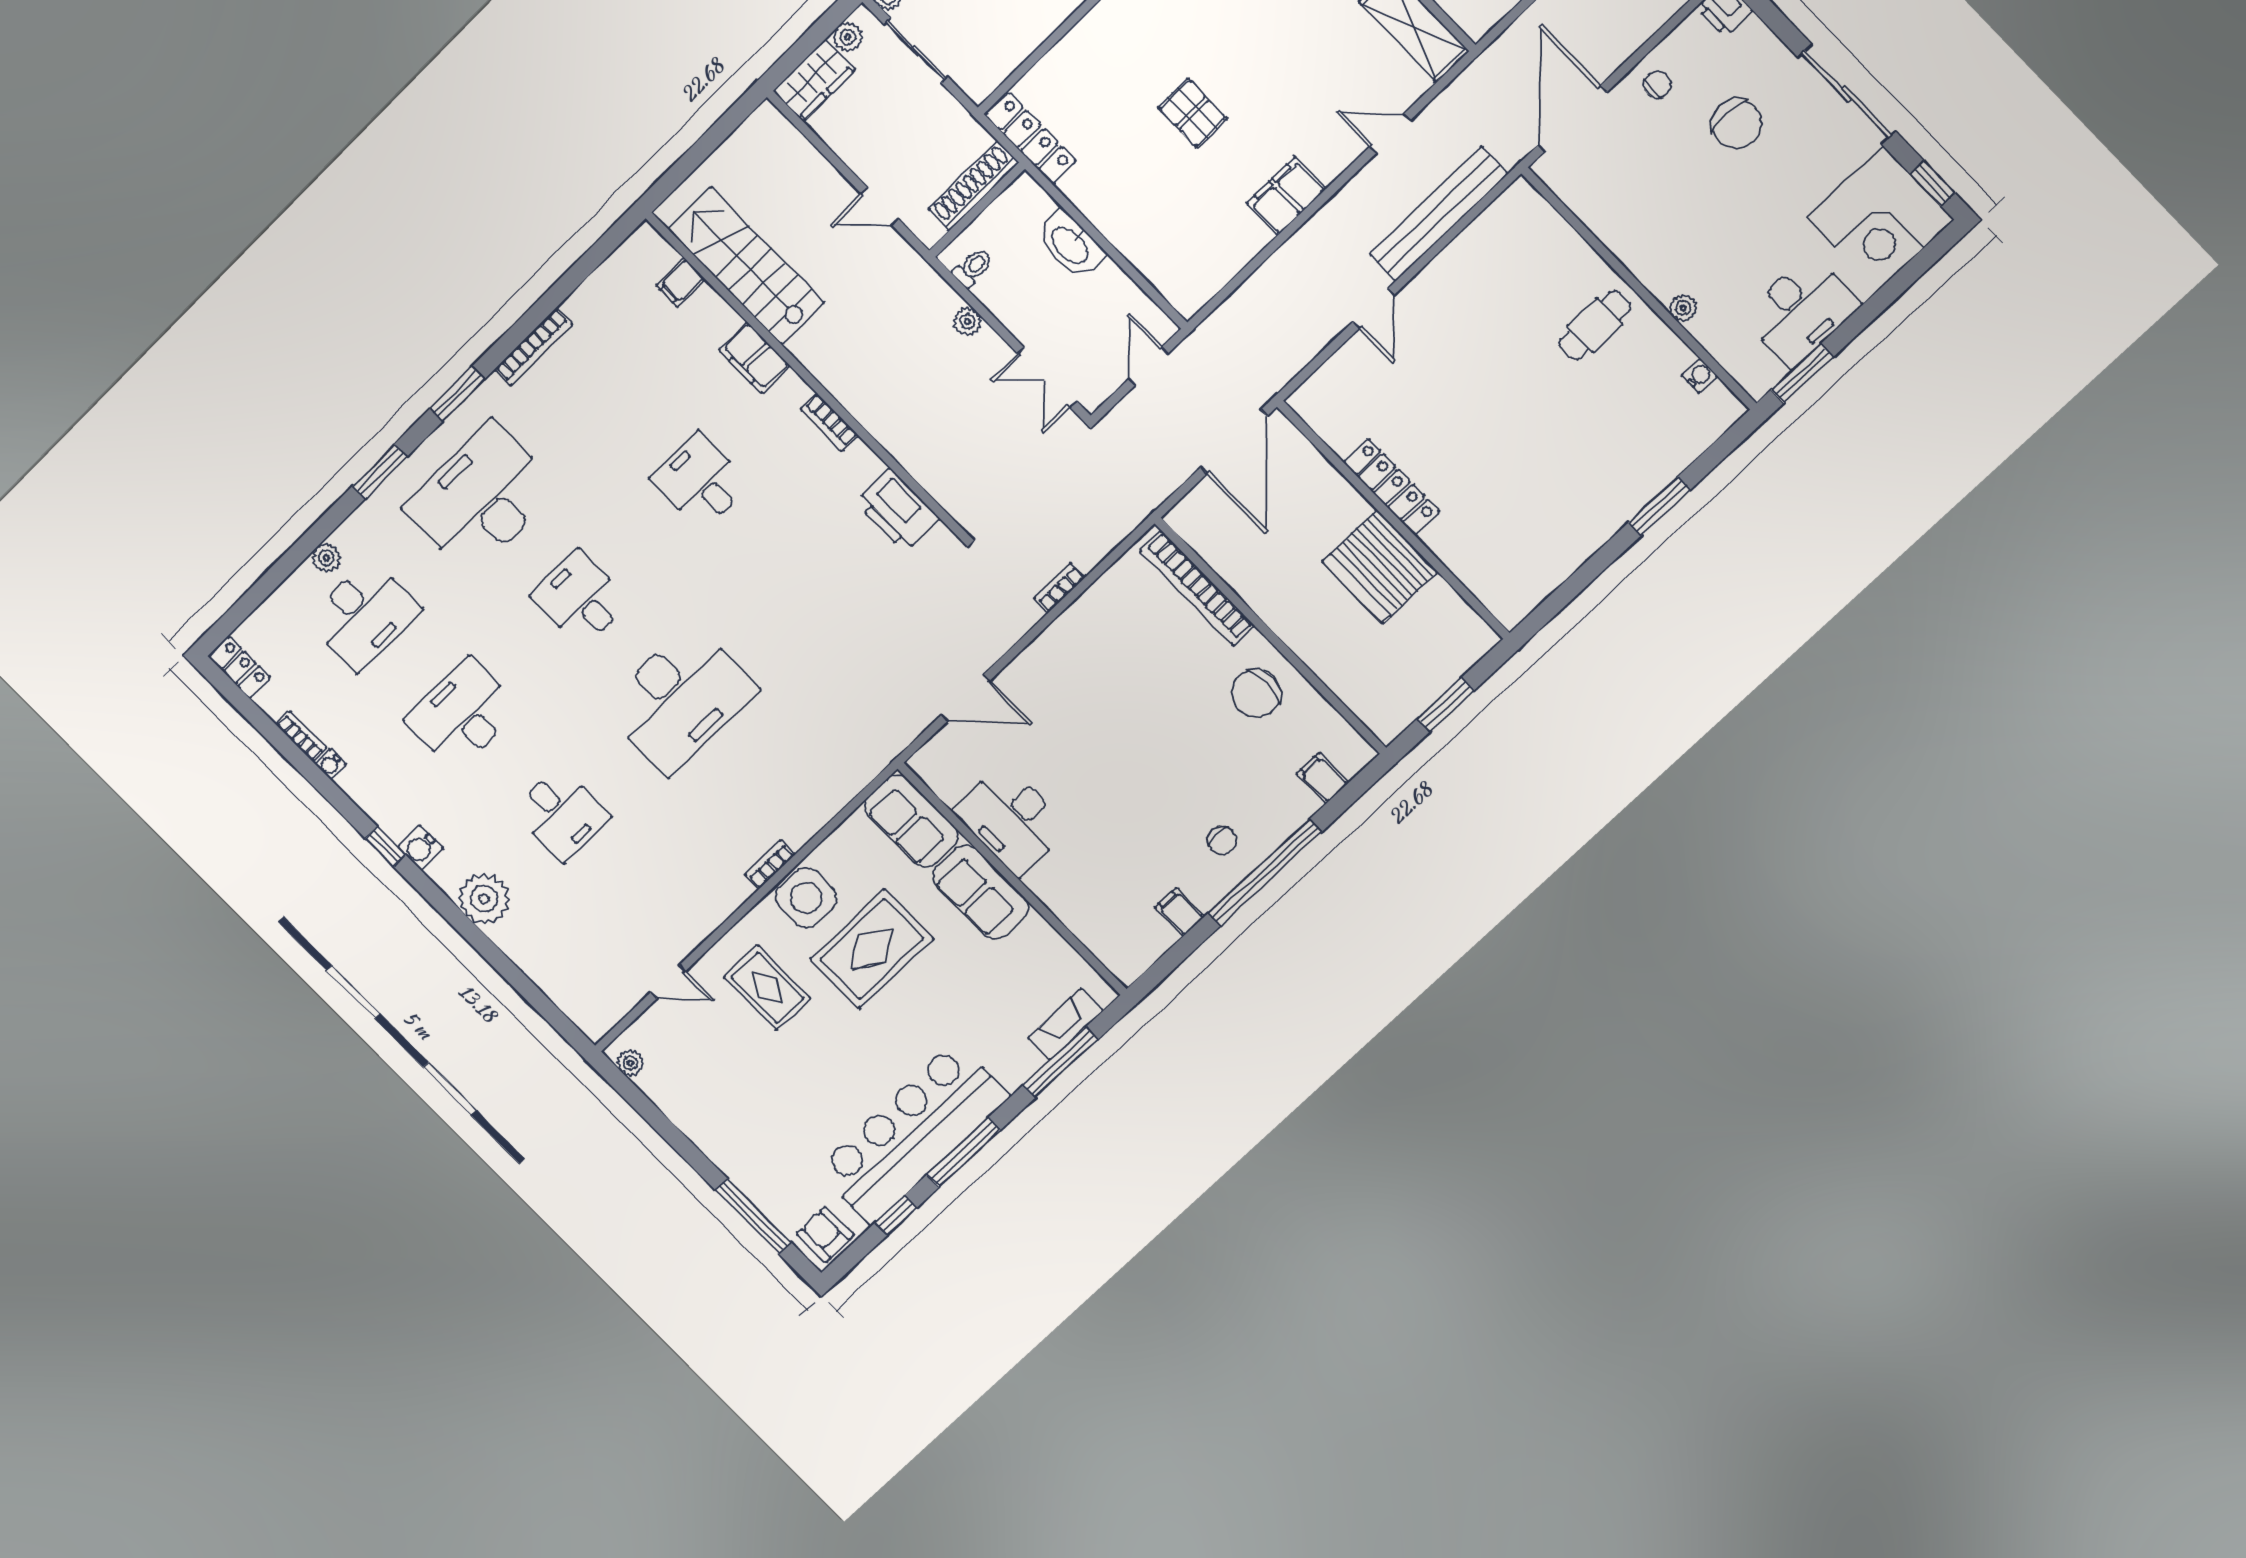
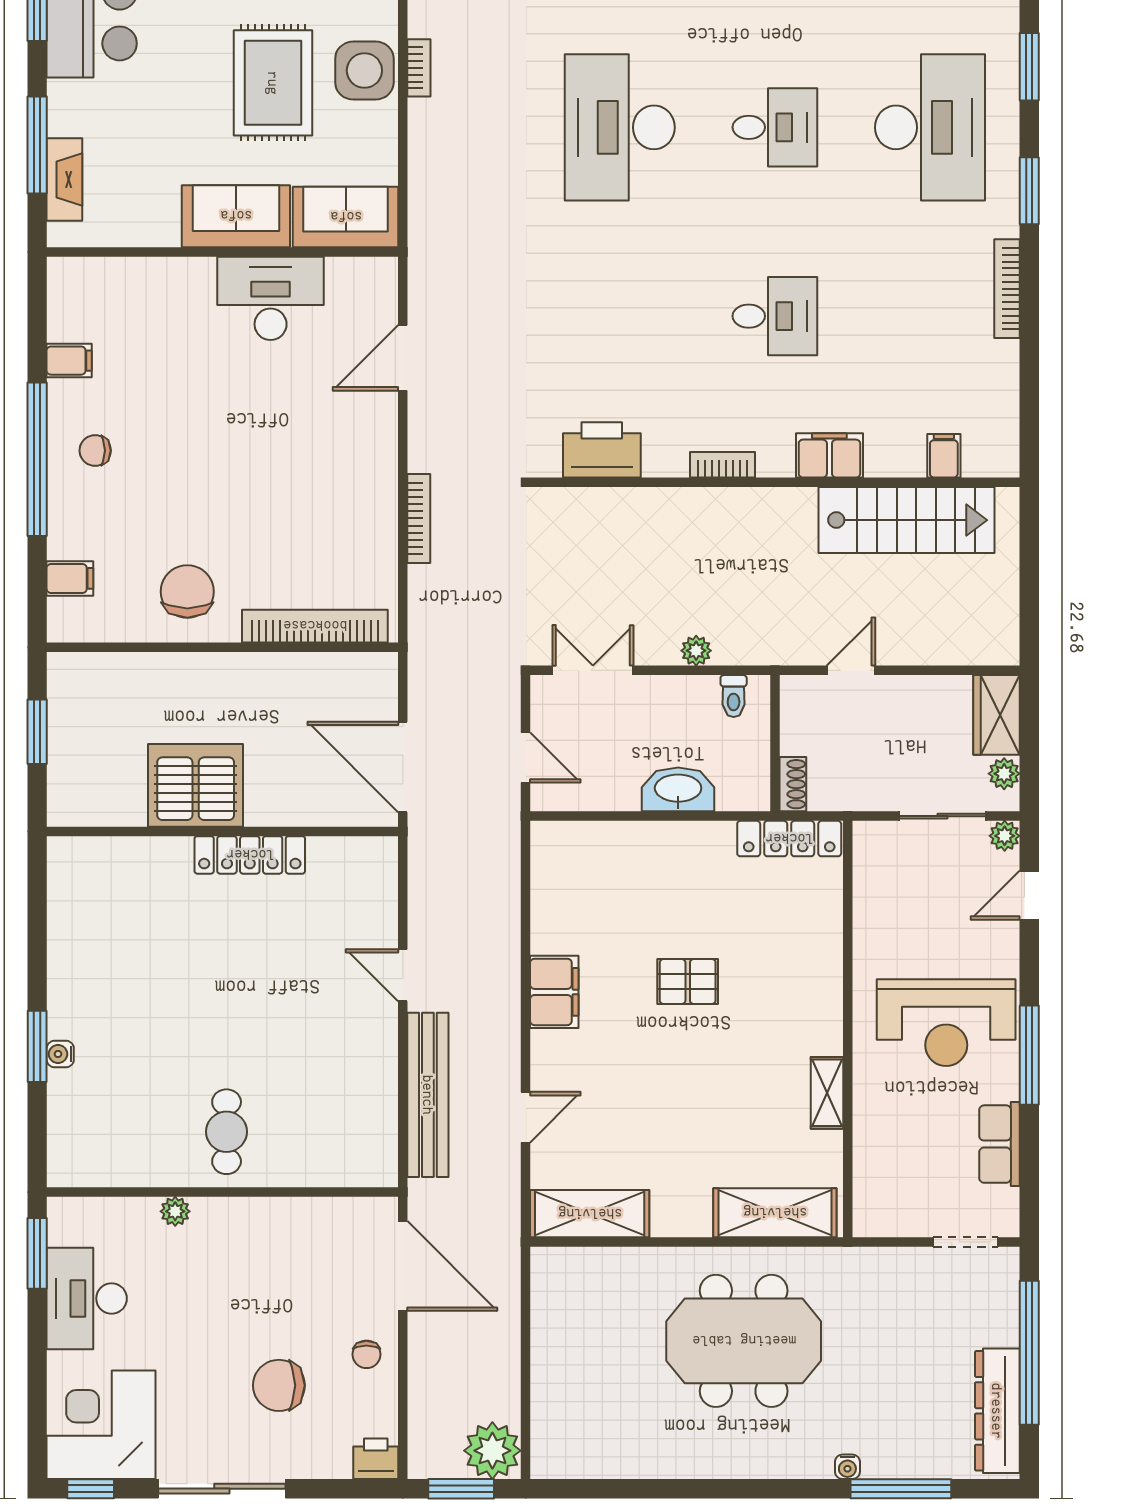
shoe rack: (973, 186) -> (793, 784), width x0.51, depth x0.81
water cooler: (1700, 376) -> (60, 1054), moved, turned 90
bookcase: (1060, 588) -> (419, 518), width x1.56

